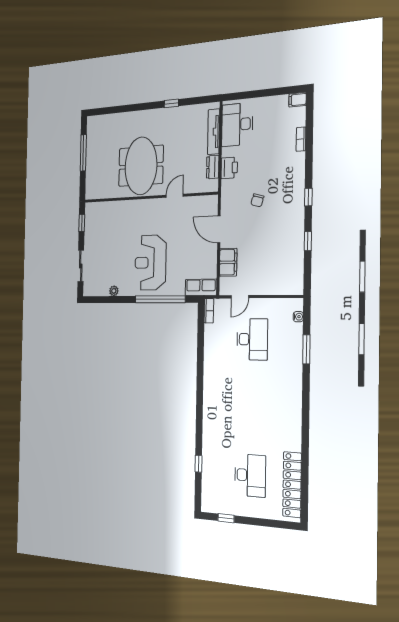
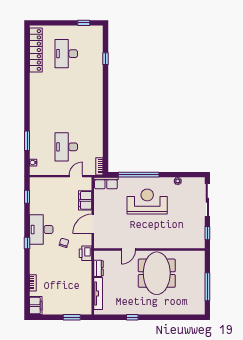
window: (249, 95) -> (72, 317), added
filing cabinet: (298, 100) -> (36, 306), width x2.00
desk: (237, 125) -> (41, 230), moved, turned 180
printer: (229, 168) -> (86, 253), moved
door: (219, 229) -> (93, 224), swing flipped
window: (308, 241) -> (27, 197), moved
reception desk: (150, 263) -> (147, 202), turned -90
sliding door: (81, 266) -> (207, 200), width x1.37

